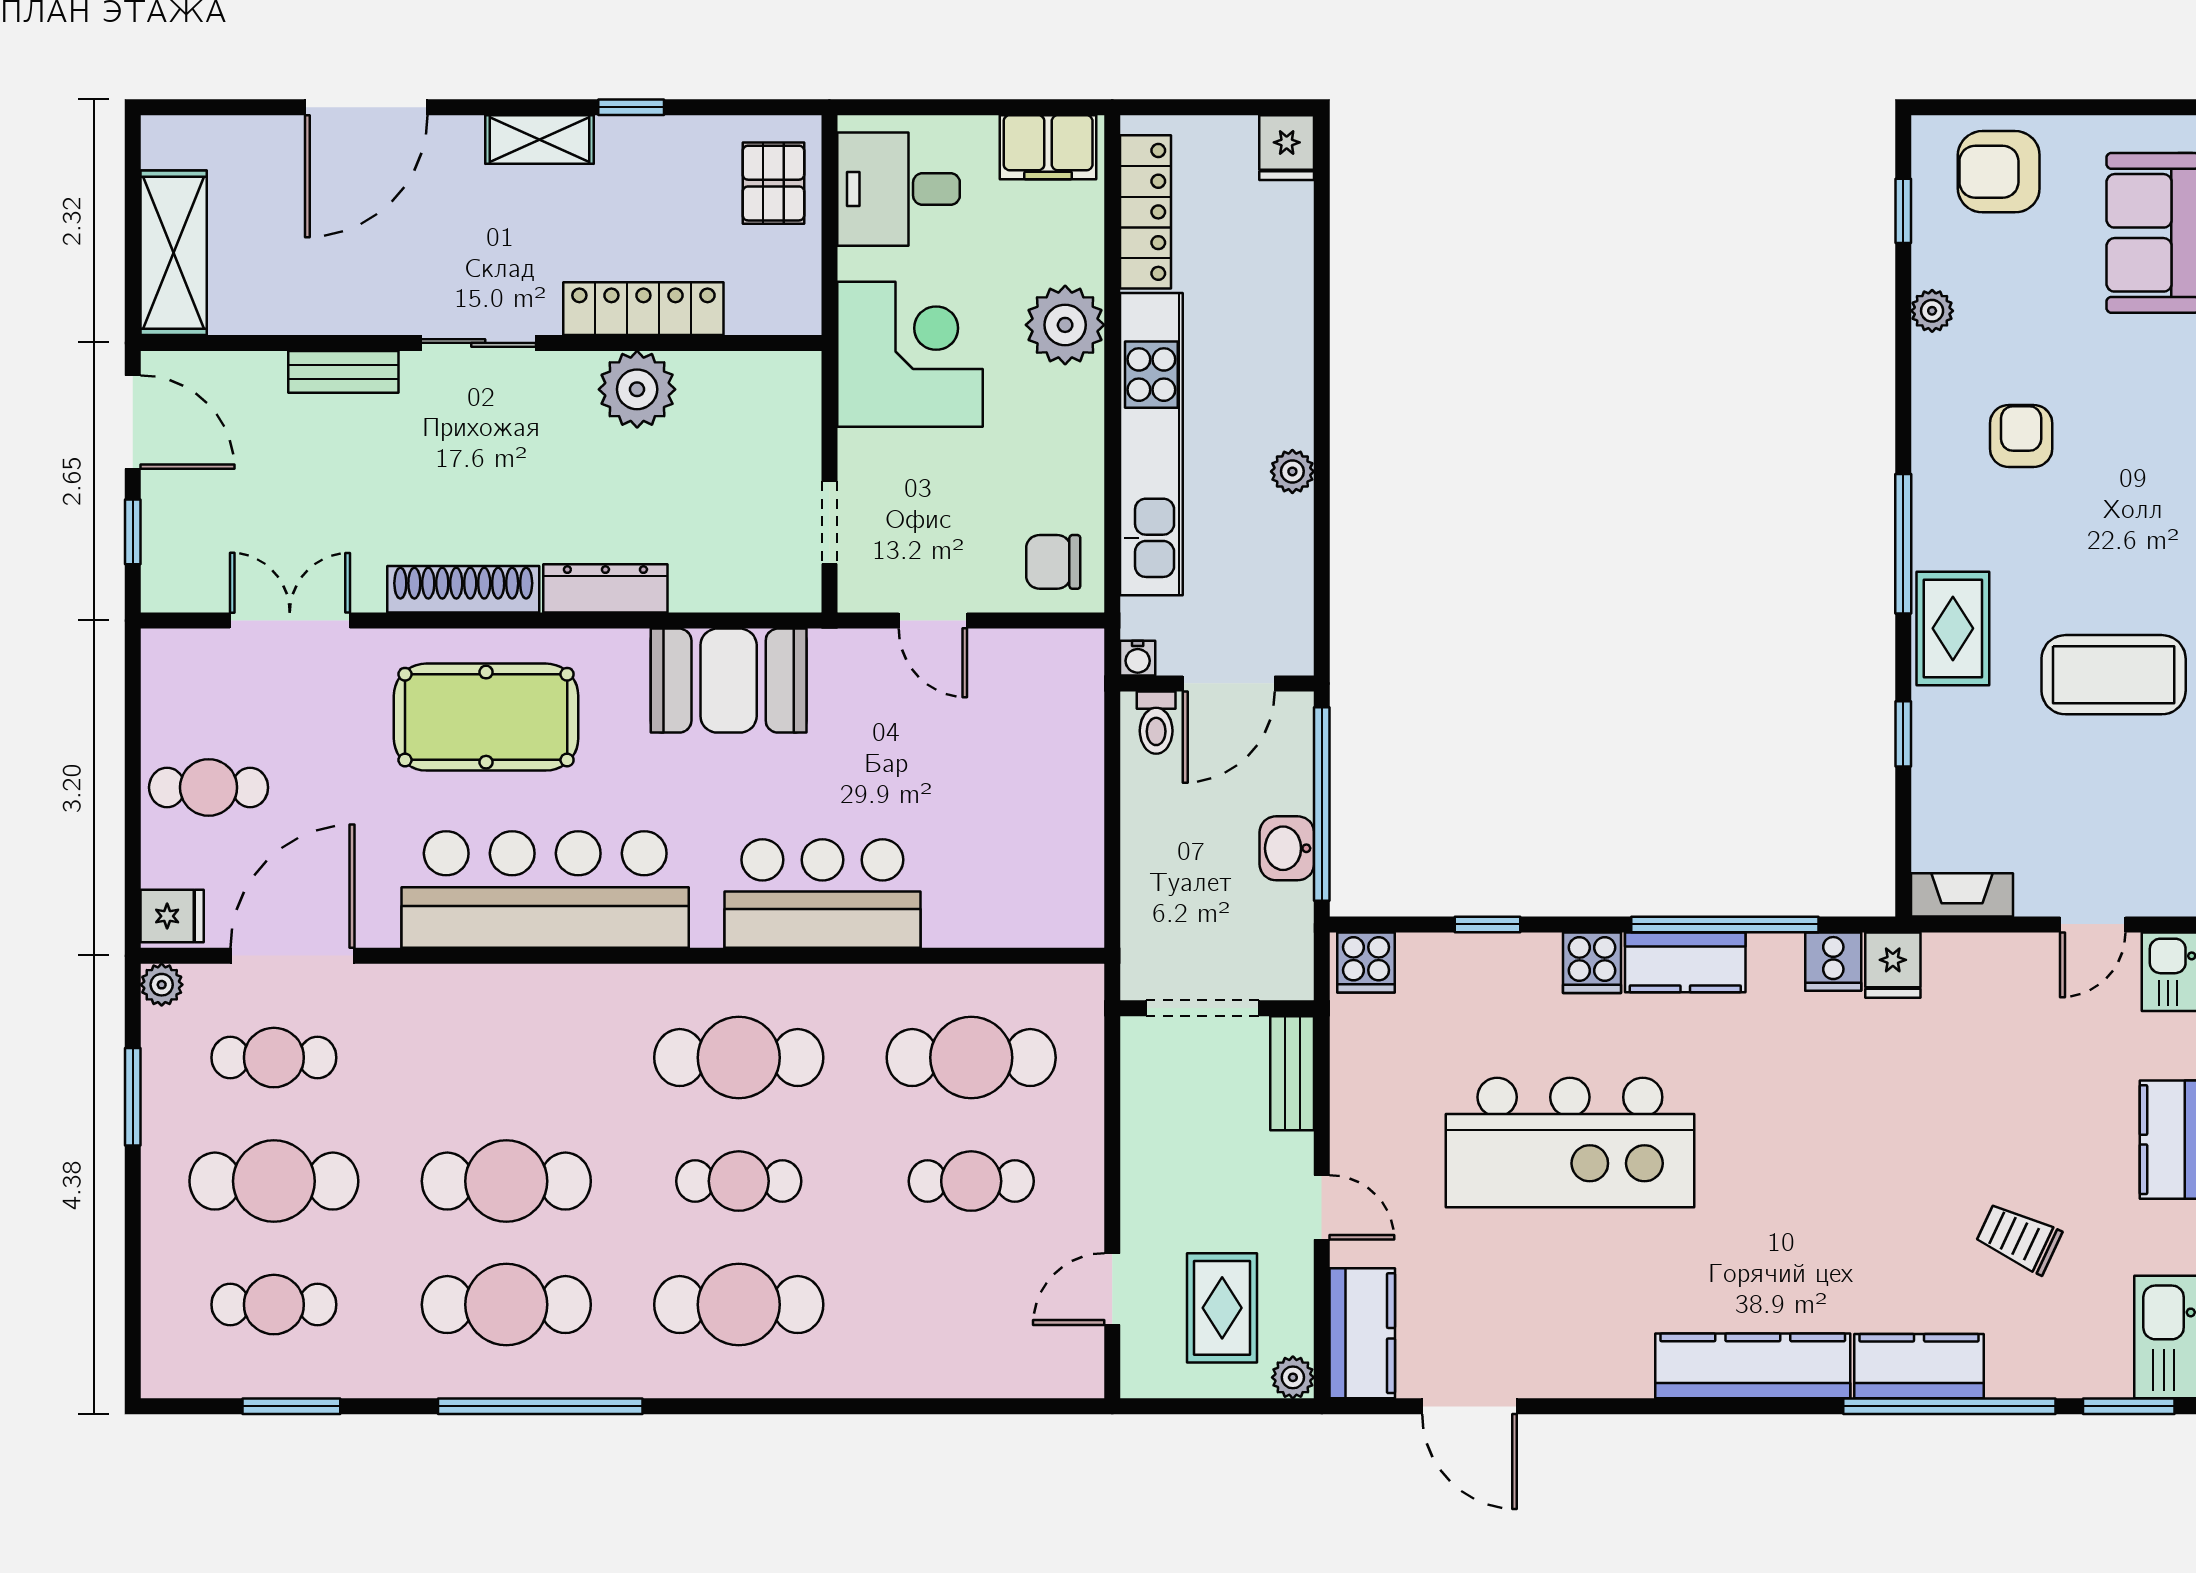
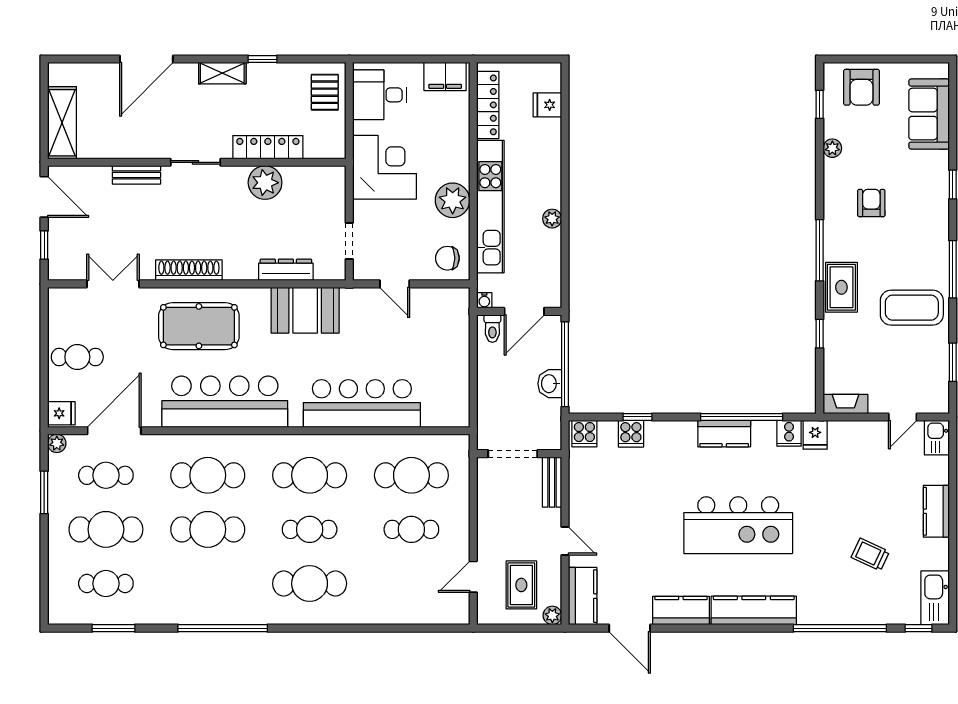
fridge: (1287, 148) -> (547, 105), moved, turned 90
armchair: (1999, 172) -> (861, 87), turned -90
plant: (1065, 325) -> (453, 200), moved
dresser: (605, 588) -> (286, 270), moved
bar counter: (822, 894) -> (362, 403), width x1.36
cooker: (1592, 963) -> (631, 434), moved
kitchen island: (1570, 1142) -> (738, 525), moved
cafe table: (506, 1305) -> (208, 475), moved
kitchen counter: (1919, 1366) -> (681, 610), moved
window: (2129, 1406) -> (918, 628), width x0.67

